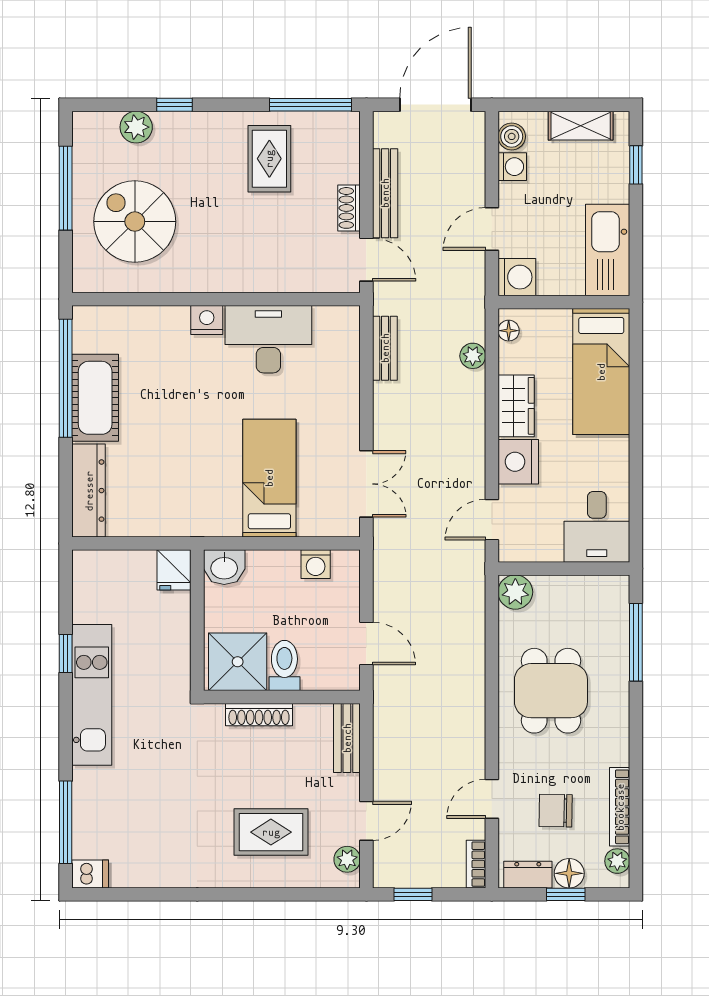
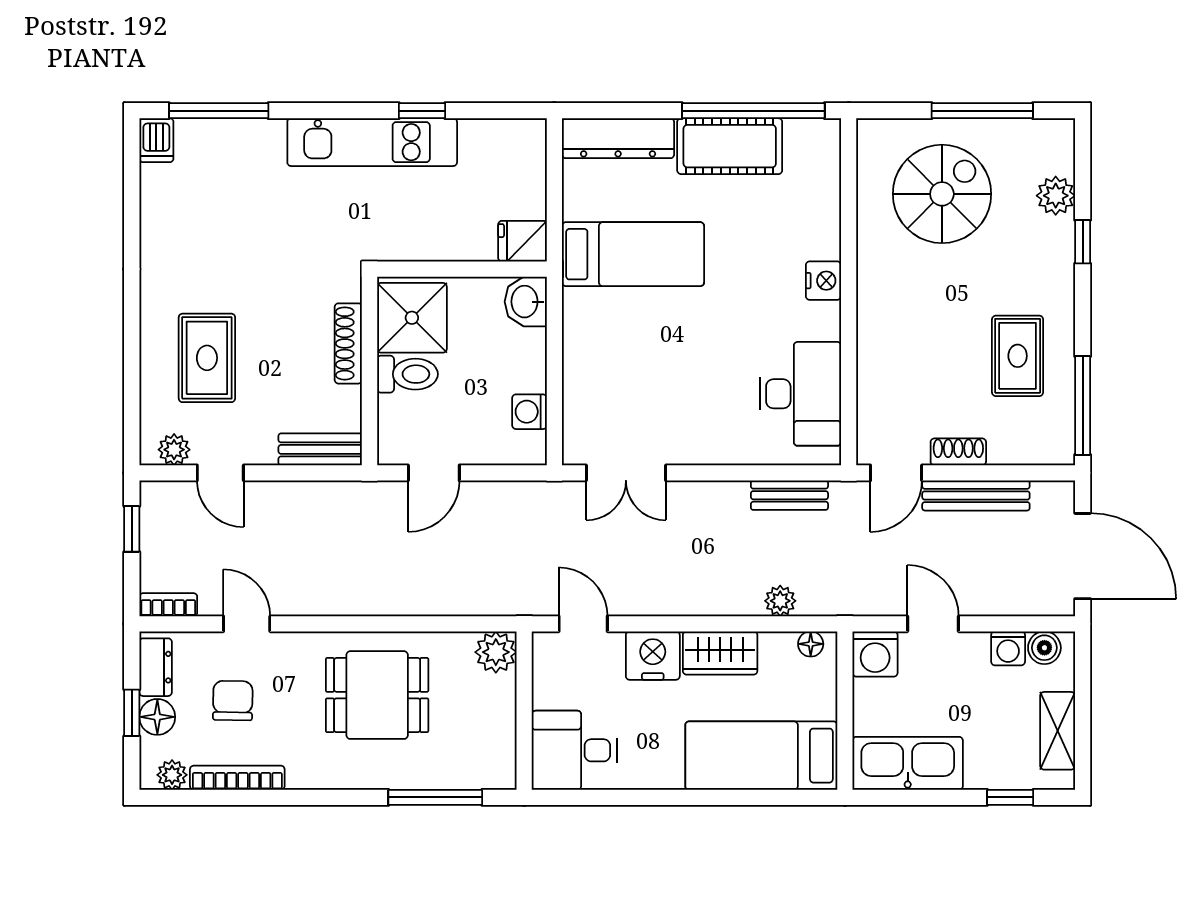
rug: (269, 159) -> (1018, 356), turned 90
desk: (268, 339) -> (800, 394), moved
bed: (269, 478) -> (633, 254), moved

